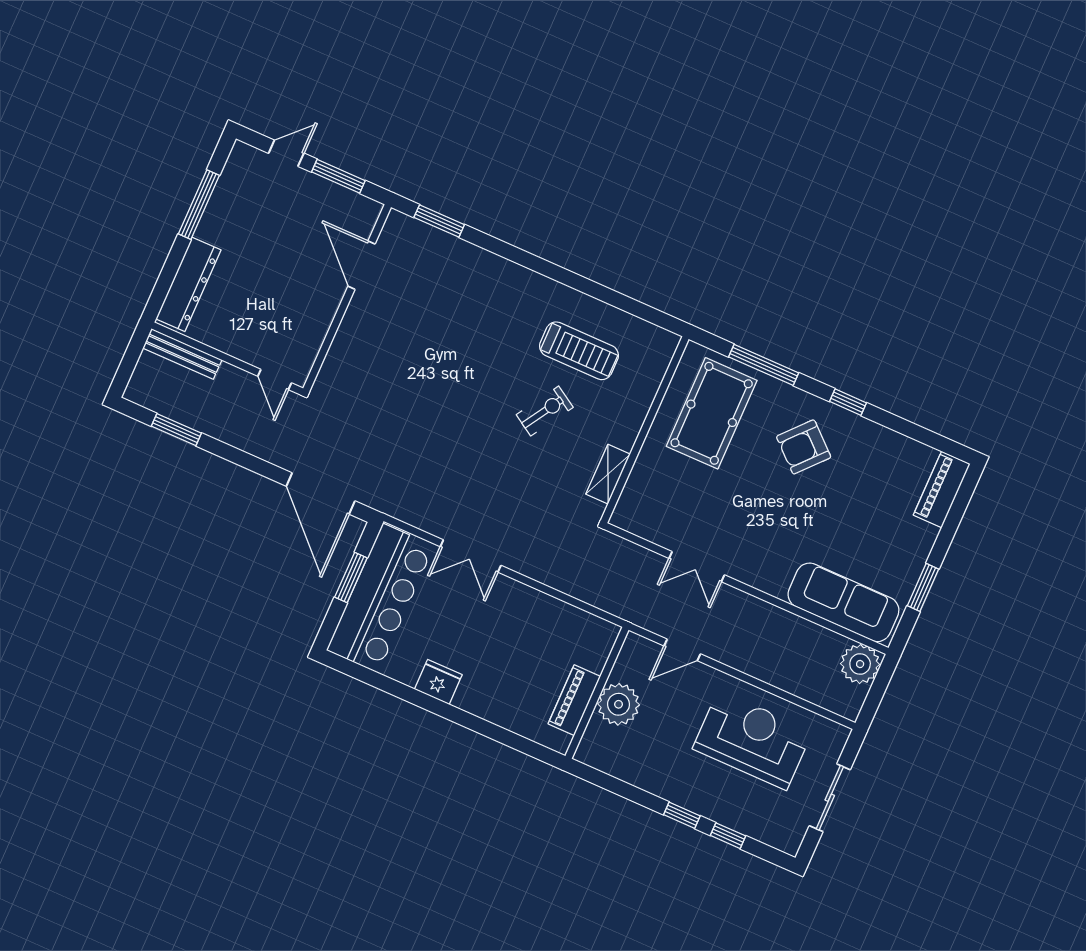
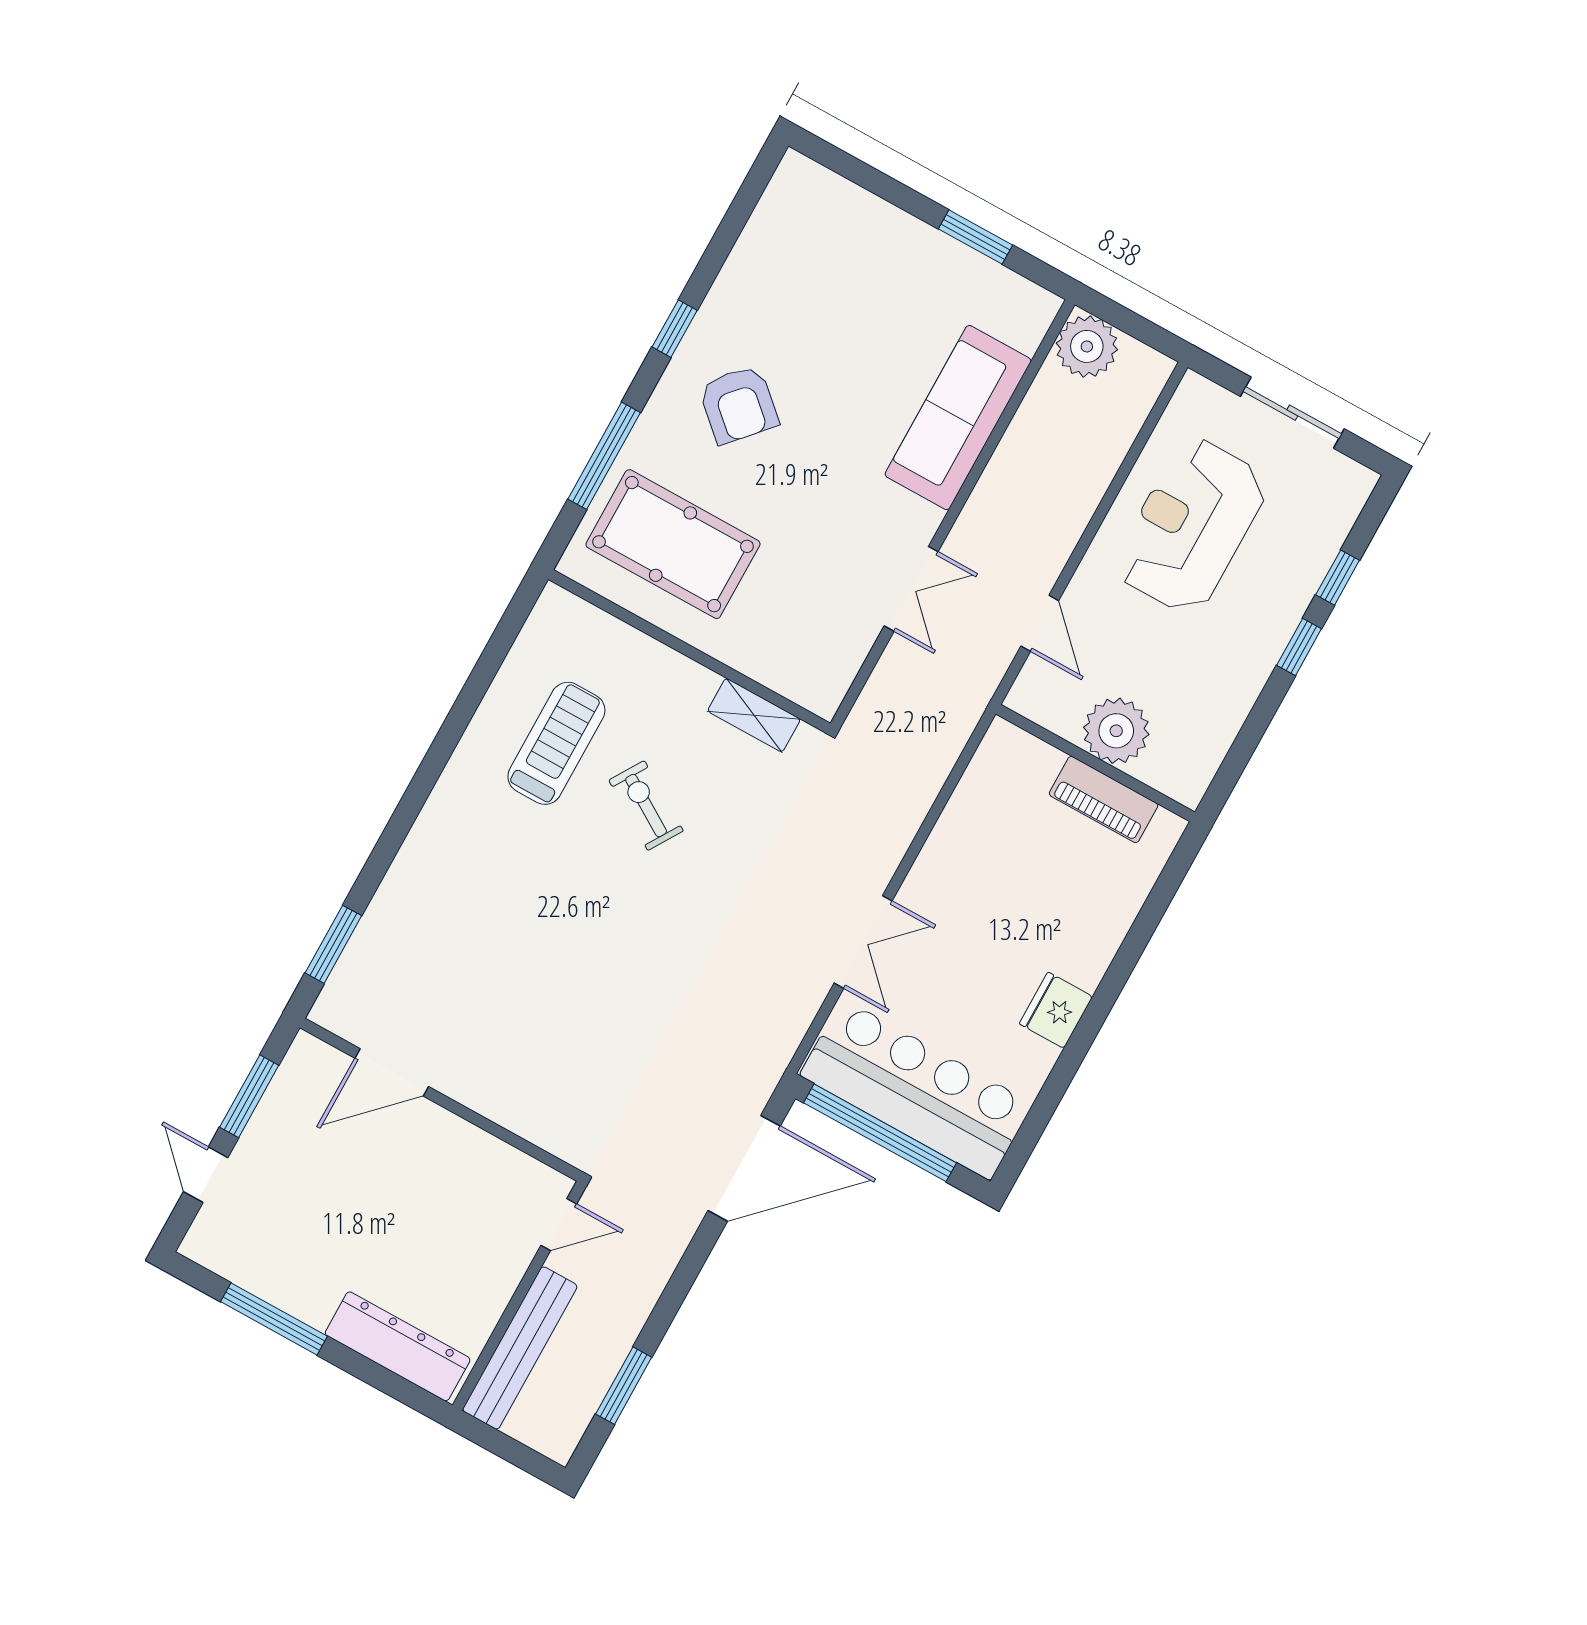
bench: (182, 354) -> (520, 1348), width x1.37, depth x1.21
piano: (942, 490) -> (825, 194), removed
window: (351, 578) -> (880, 1133), width x2.11
sofa: (843, 602) -> (958, 418), moved

